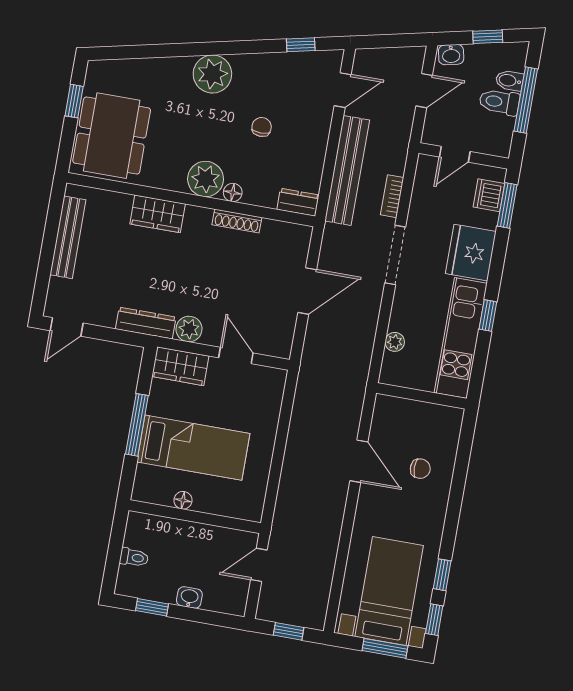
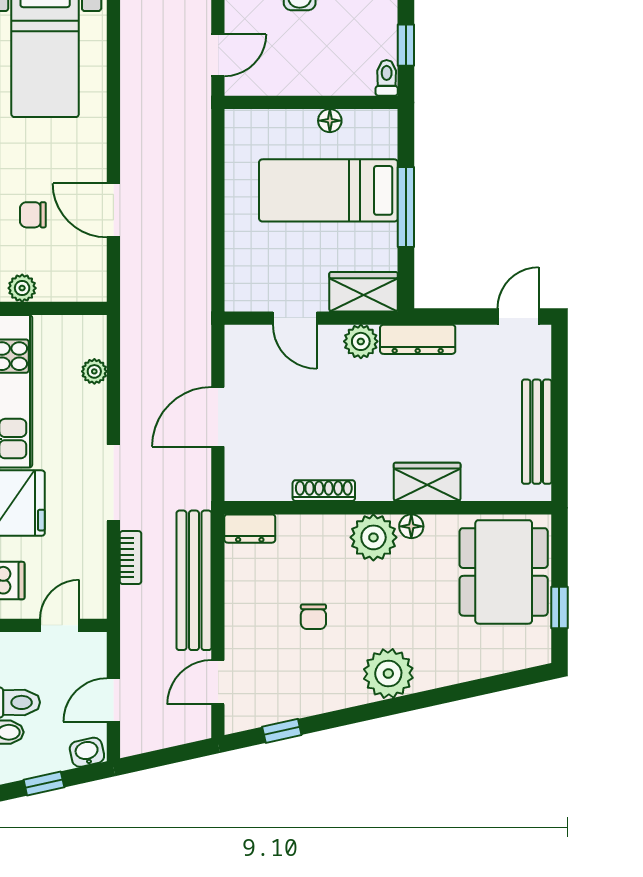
floor lamp: (233, 192) -> (411, 526), moved
plant: (438, 415) -> (22, 288), added
window: (115, 547) -> (406, 45), added
toilet: (134, 557) -> (387, 78), moved, turned 90

